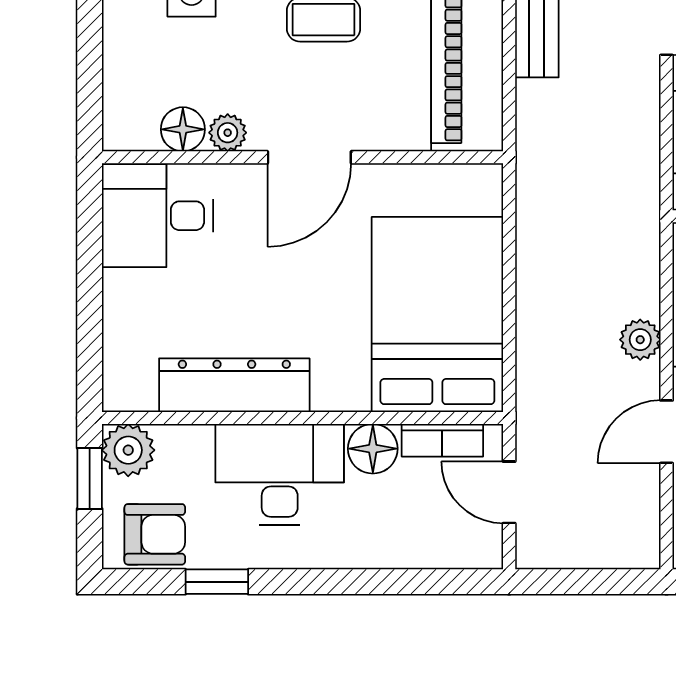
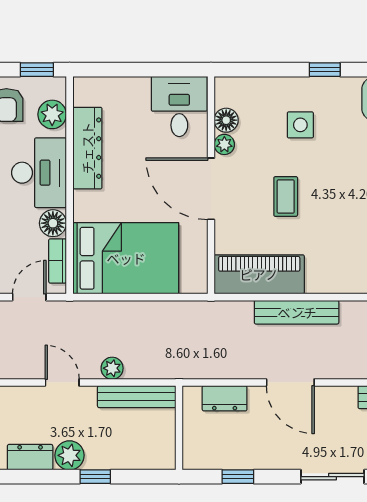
door: (309, 157) -> (211, 189), width x1.36
plant: (128, 450) -> (52, 114), moved

